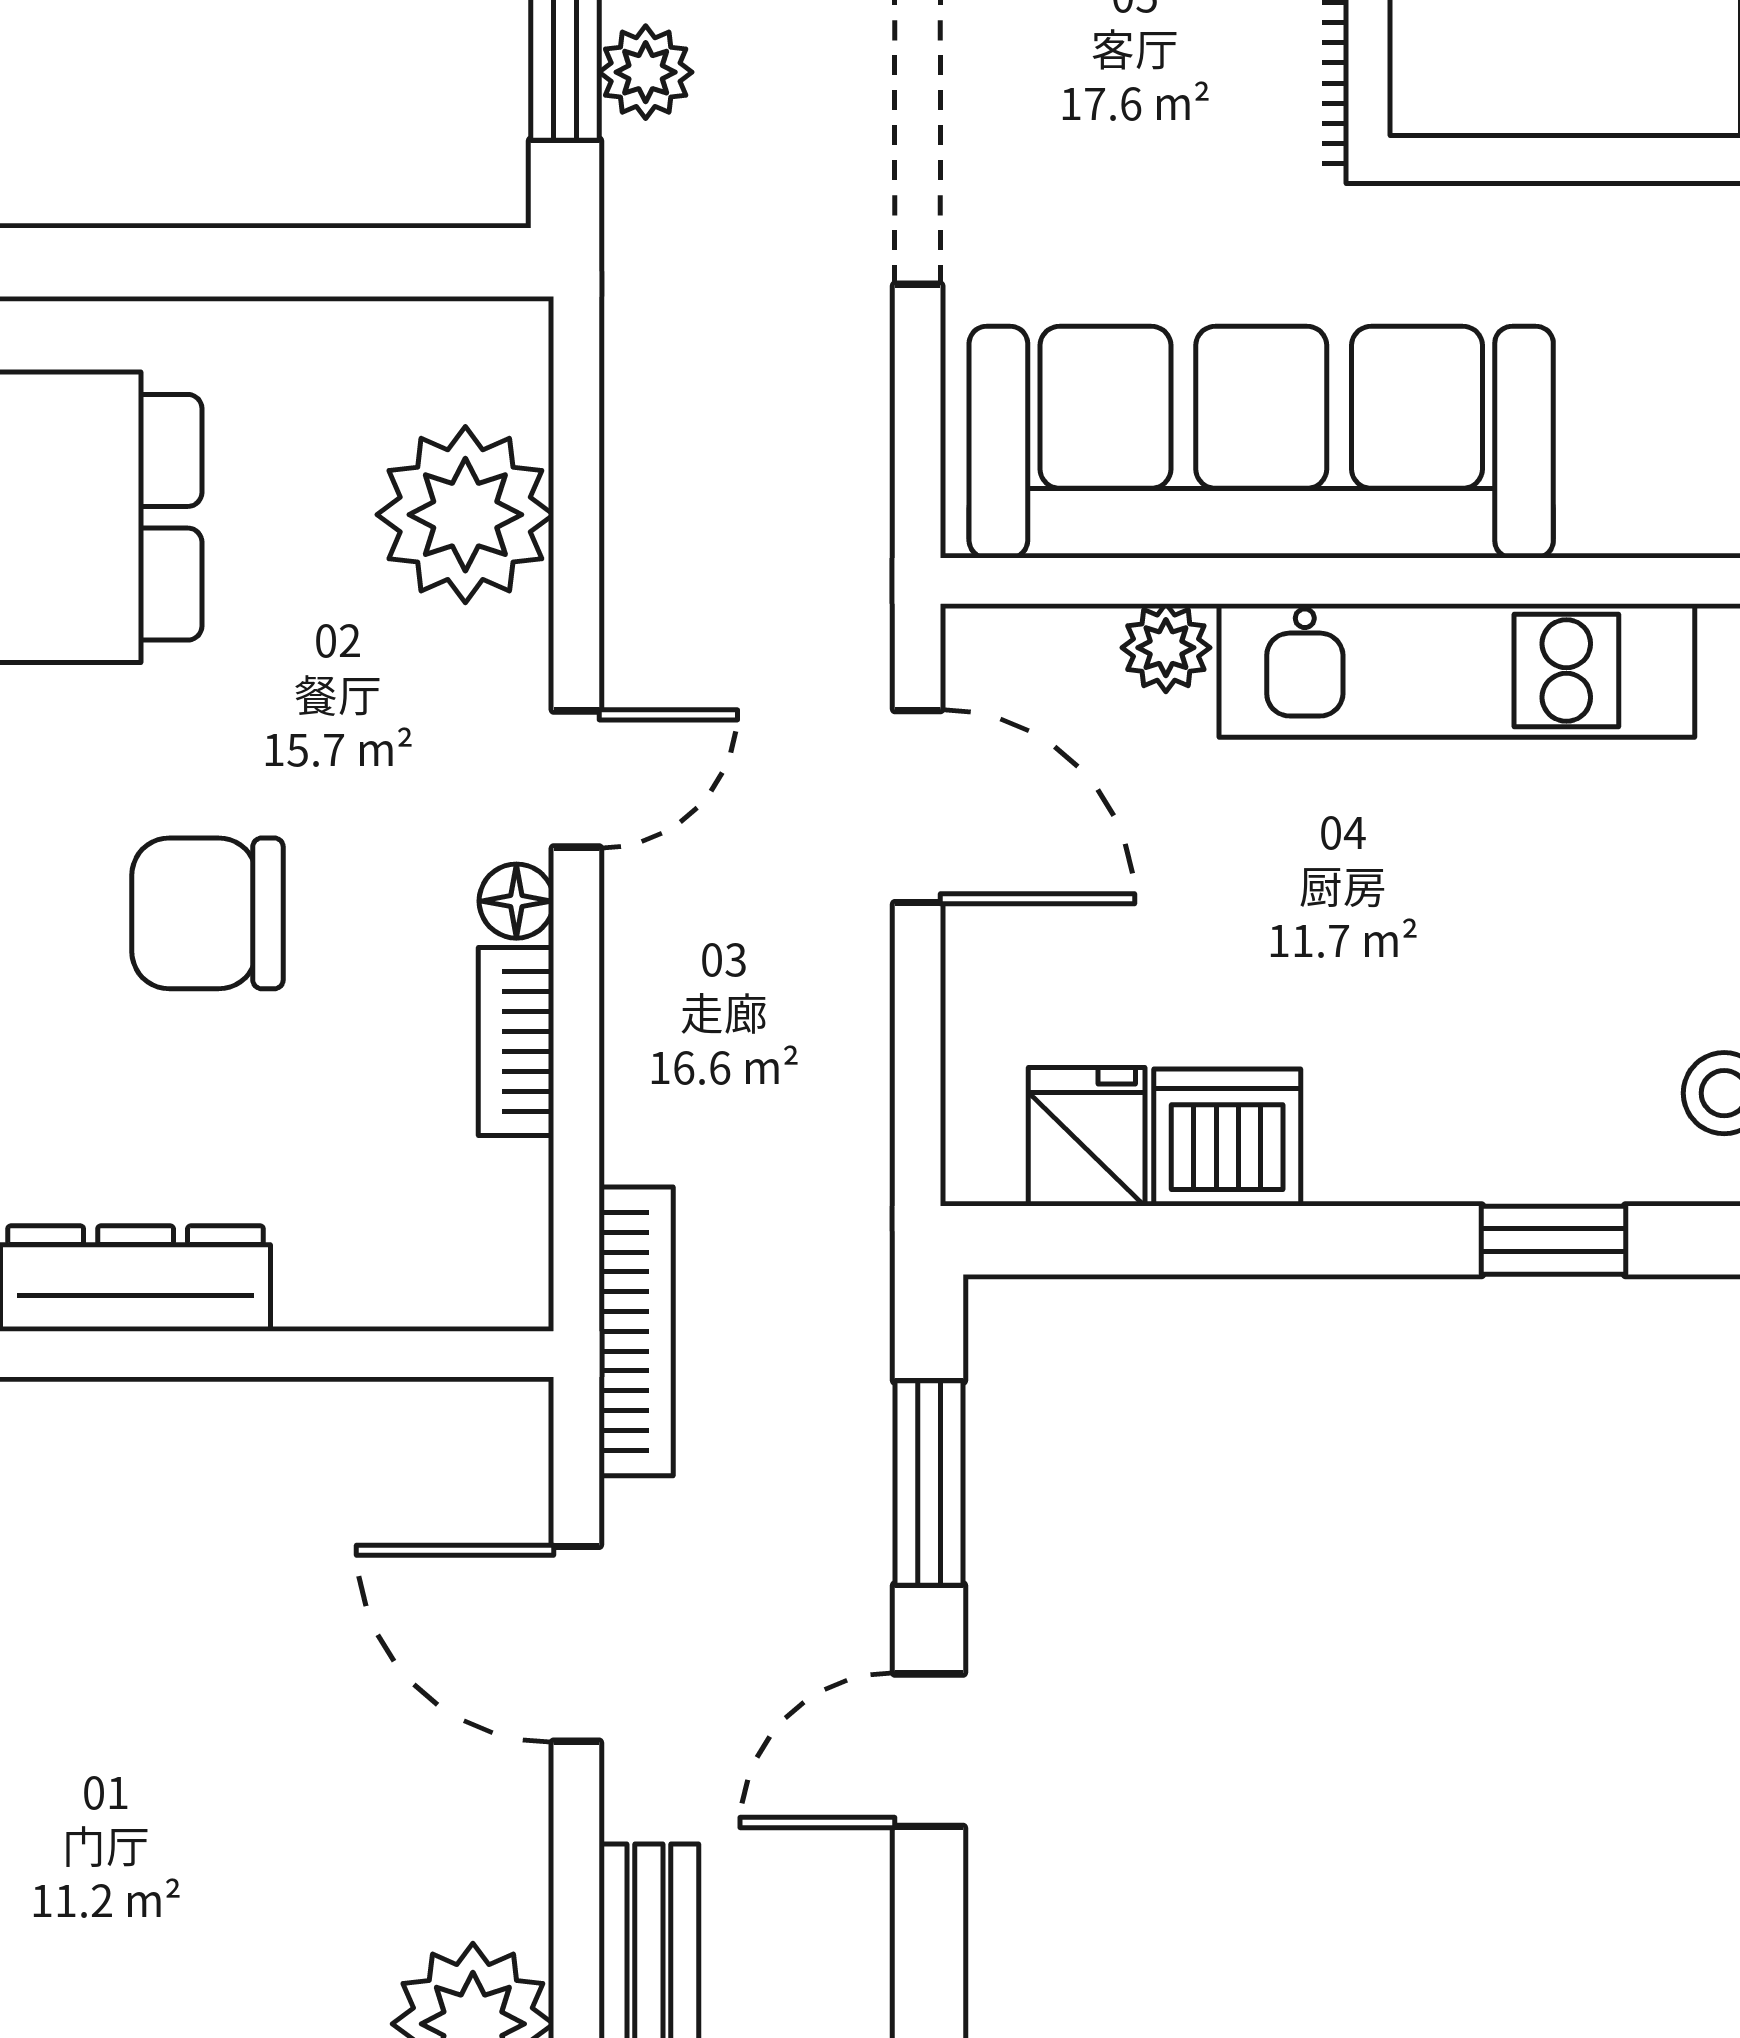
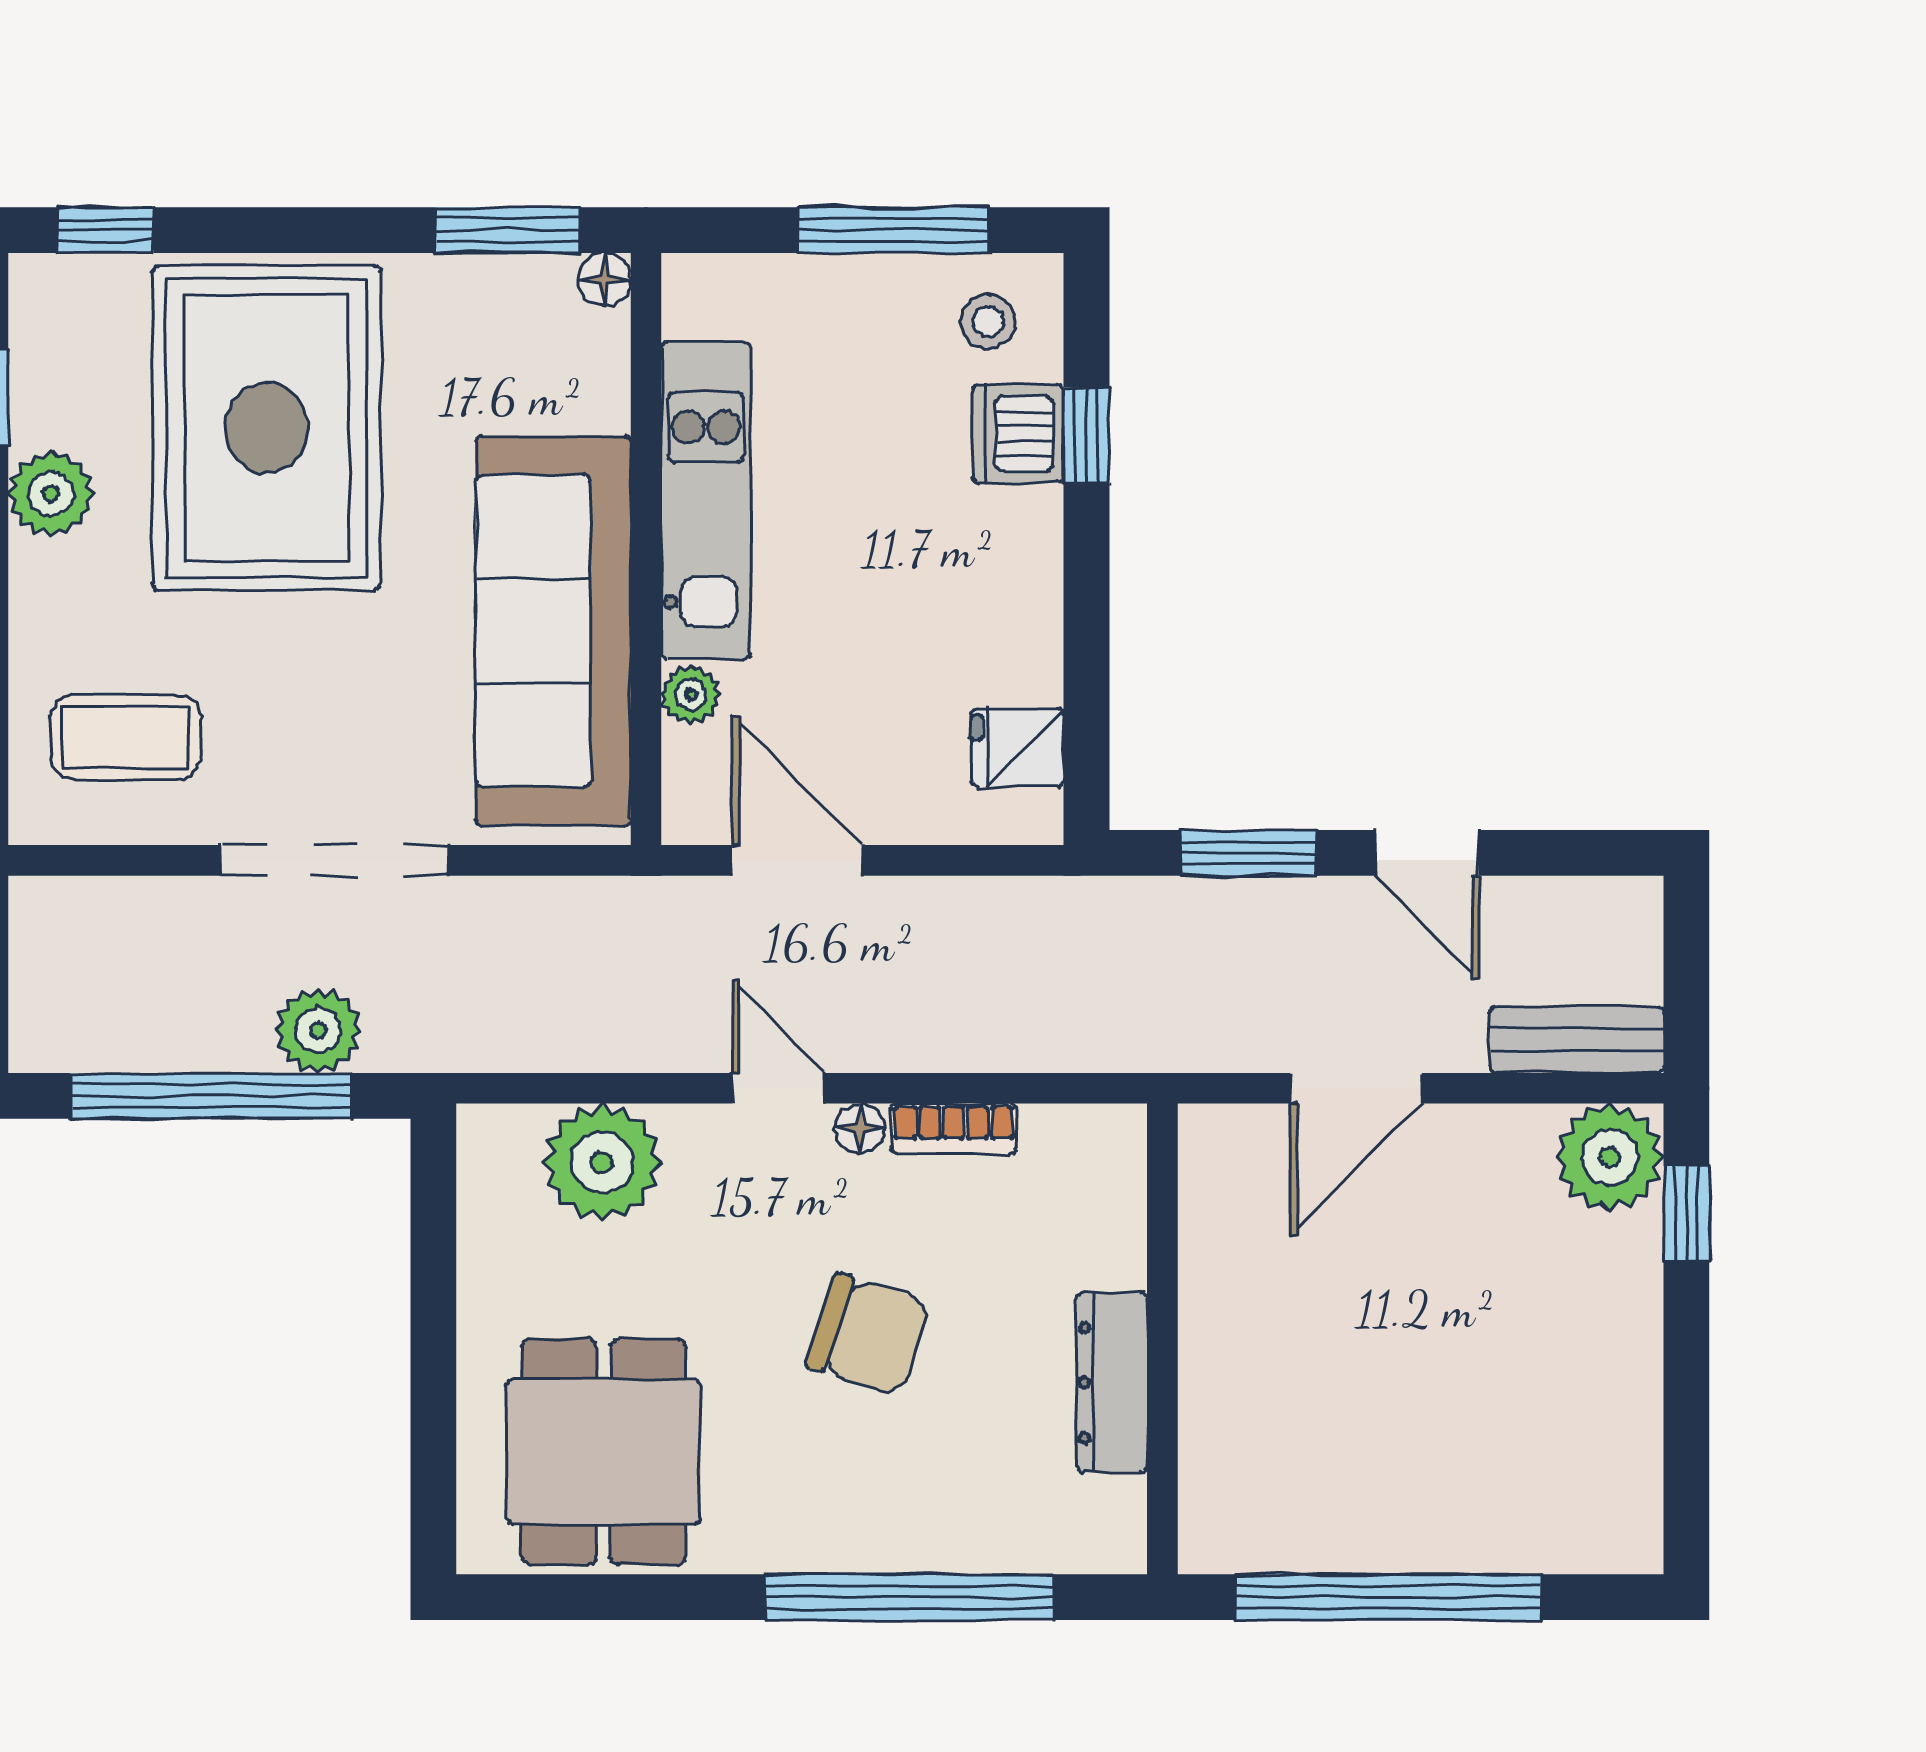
plant: (646, 72) -> (318, 1030), width x1.38, depth x1.38
door: (918, 807) -> (797, 860), hinge flipped
chair: (208, 913) -> (868, 1335), turned -72
dishwasher: (1227, 1138) -> (1018, 434), moved
bookcase: (636, 1331) -> (1147, 1048), removed

